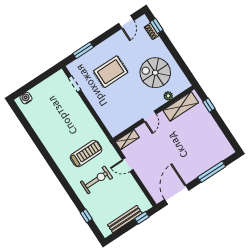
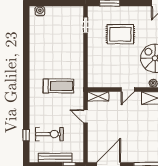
exercise bike: (96, 180) -> (49, 134), moved

